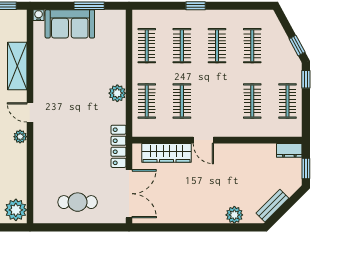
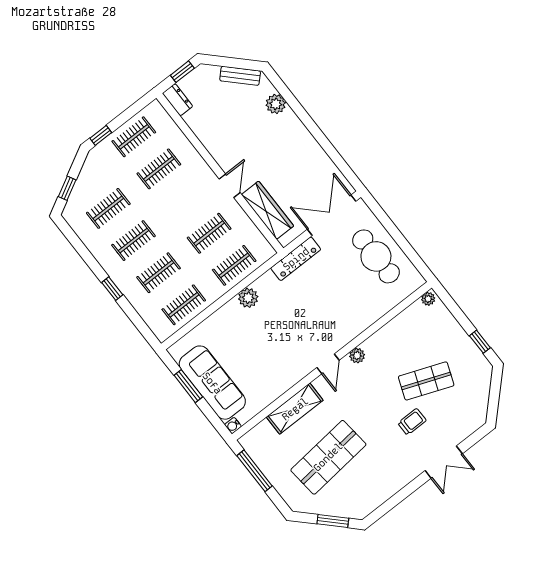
sofa: (70, 24) -> (212, 383), width x1.36
window: (297, 46) -> (67, 188), moved
cafe table: (78, 202) -> (376, 256), width x1.37, depth x1.35
plant: (16, 210) -> (428, 299), width x0.53, depth x0.53

